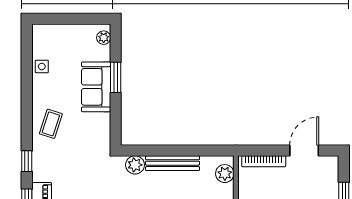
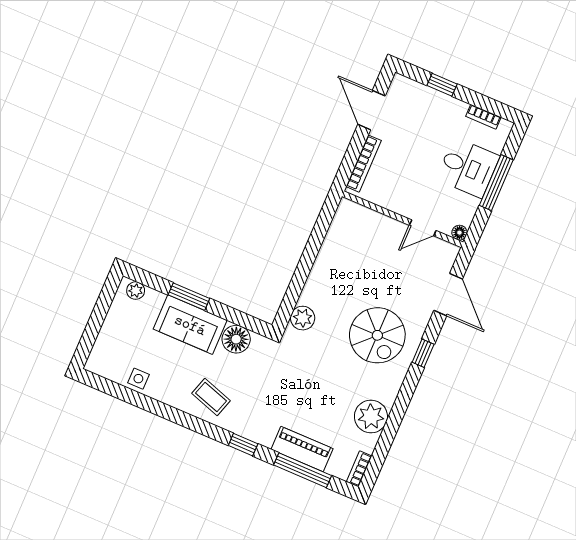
floor lamp: (100, 124) -> (236, 339), added
bench: (173, 163) -> (320, 273), removed
plant: (225, 174) -> (359, 216), removed

